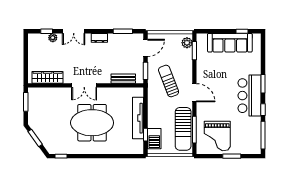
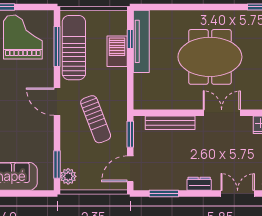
bench: (123, 79) -> (170, 123), width x1.36
tv unit: (138, 118) -> (141, 41), moved
barbecue: (154, 139) -> (117, 51), moved

